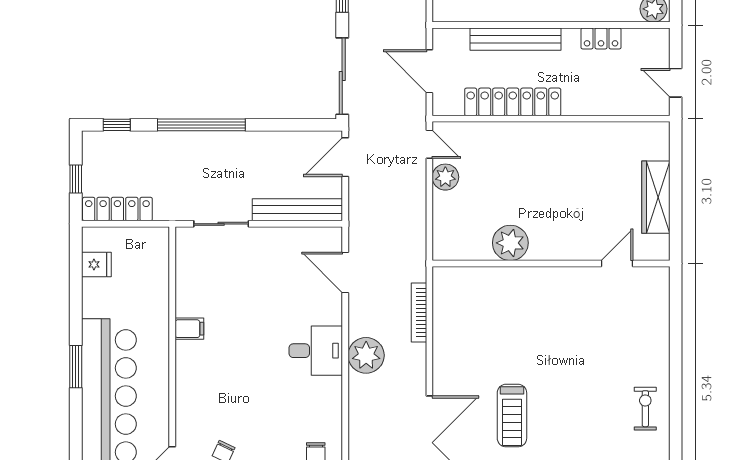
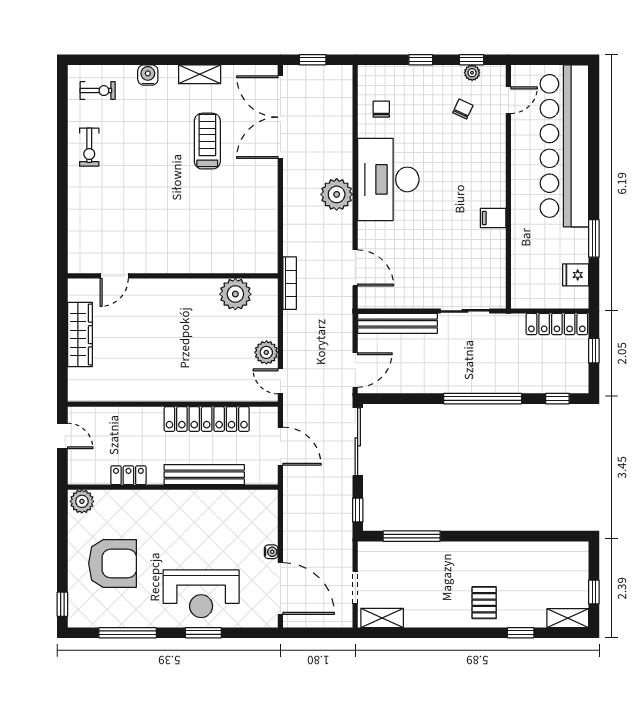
plant: (510, 243) -> (235, 294), moved
bookcase: (419, 312) -> (290, 283), moved
desk: (316, 351) -> (388, 179), width x1.87, depth x1.30
window: (76, 367) -> (594, 238), moved

